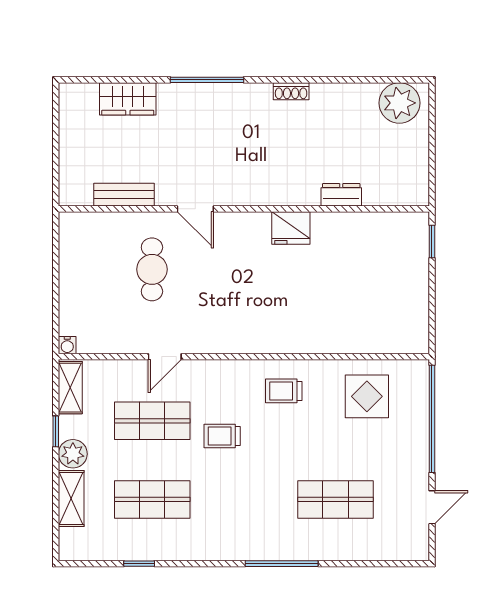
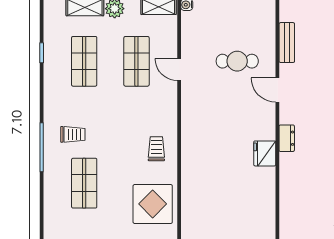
dresser: (341, 195) -> (287, 138), moved
door: (195, 209) -> (277, 90), hinge flipped
display table: (367, 396) -> (153, 204), width x1.36, depth x1.36
trolley: (222, 436) -> (73, 134), moved, turned 90

